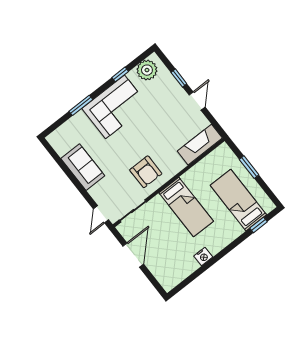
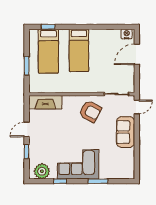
sofa: (83, 167) -> (126, 132), moved
armchair: (146, 172) -> (90, 111), turned 119
bed: (186, 207) -> (79, 50), moved, turned 180
door: (133, 255) -> (137, 54), moved
nightstand: (203, 257) -> (127, 34), moved

